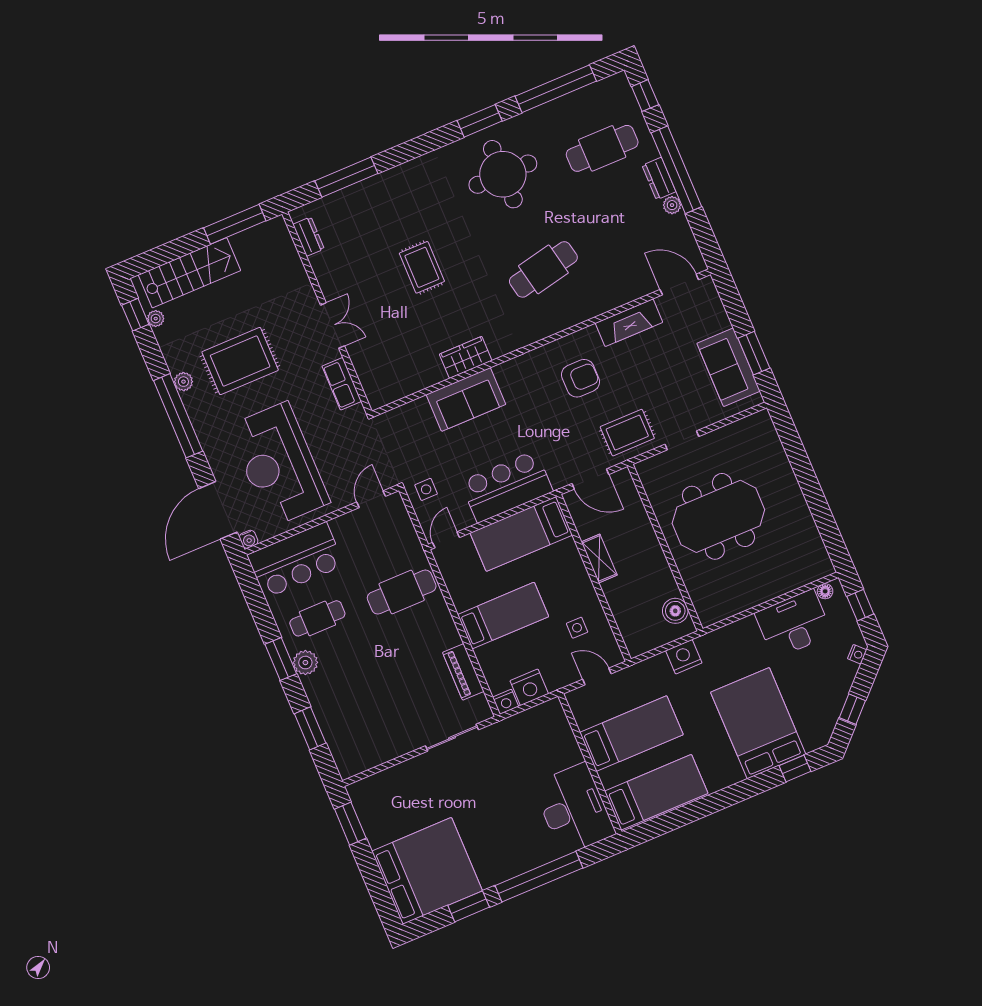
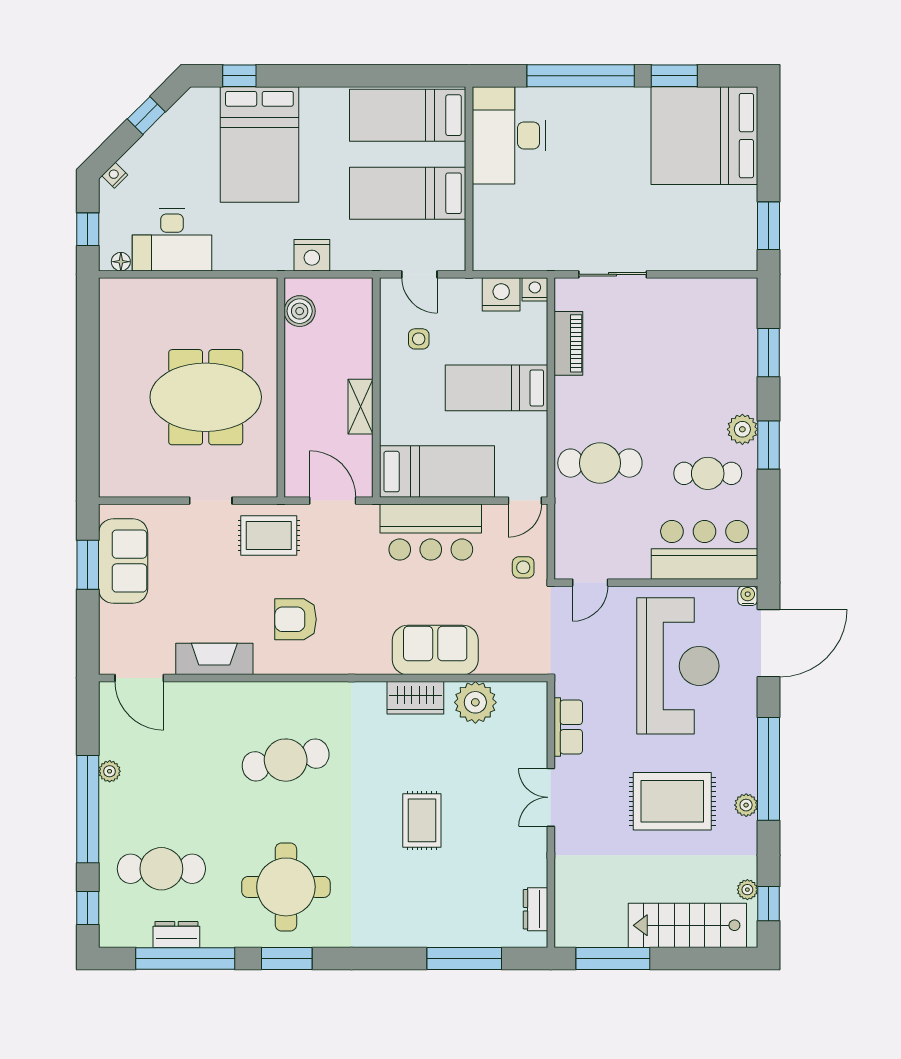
dresser: (659, 179) -> (176, 934), moved, turned -90
plant: (419, 373) -> (475, 702), added

